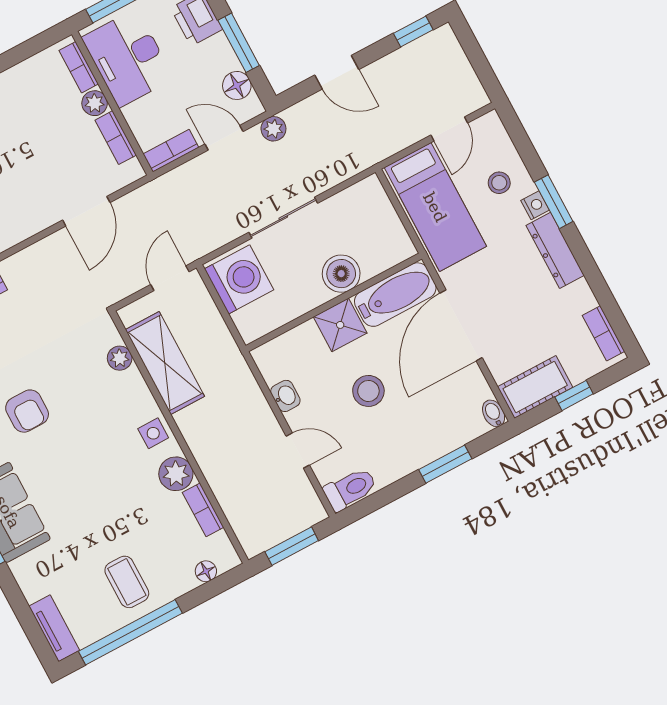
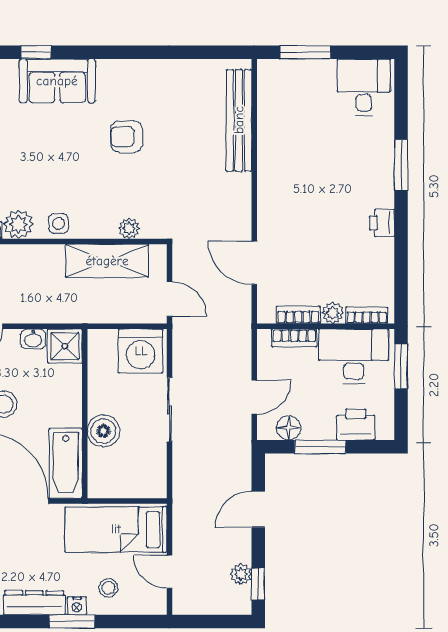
plant: (273, 129) -> (241, 574), moved
bookcase: (171, 151) -> (294, 338), moved, turned 90
shower: (340, 325) -> (65, 346), moved

